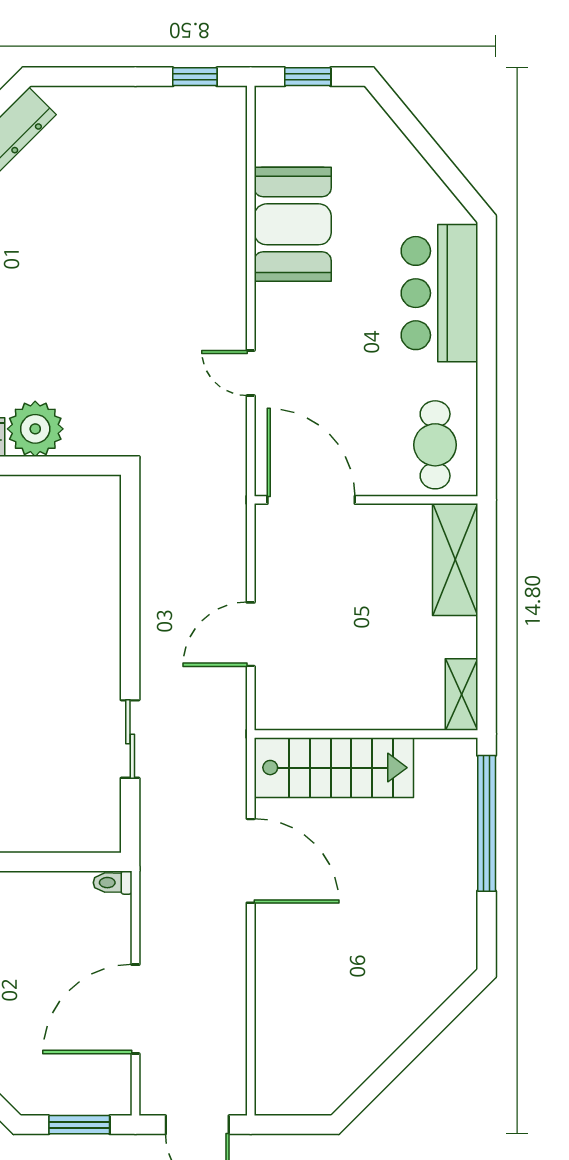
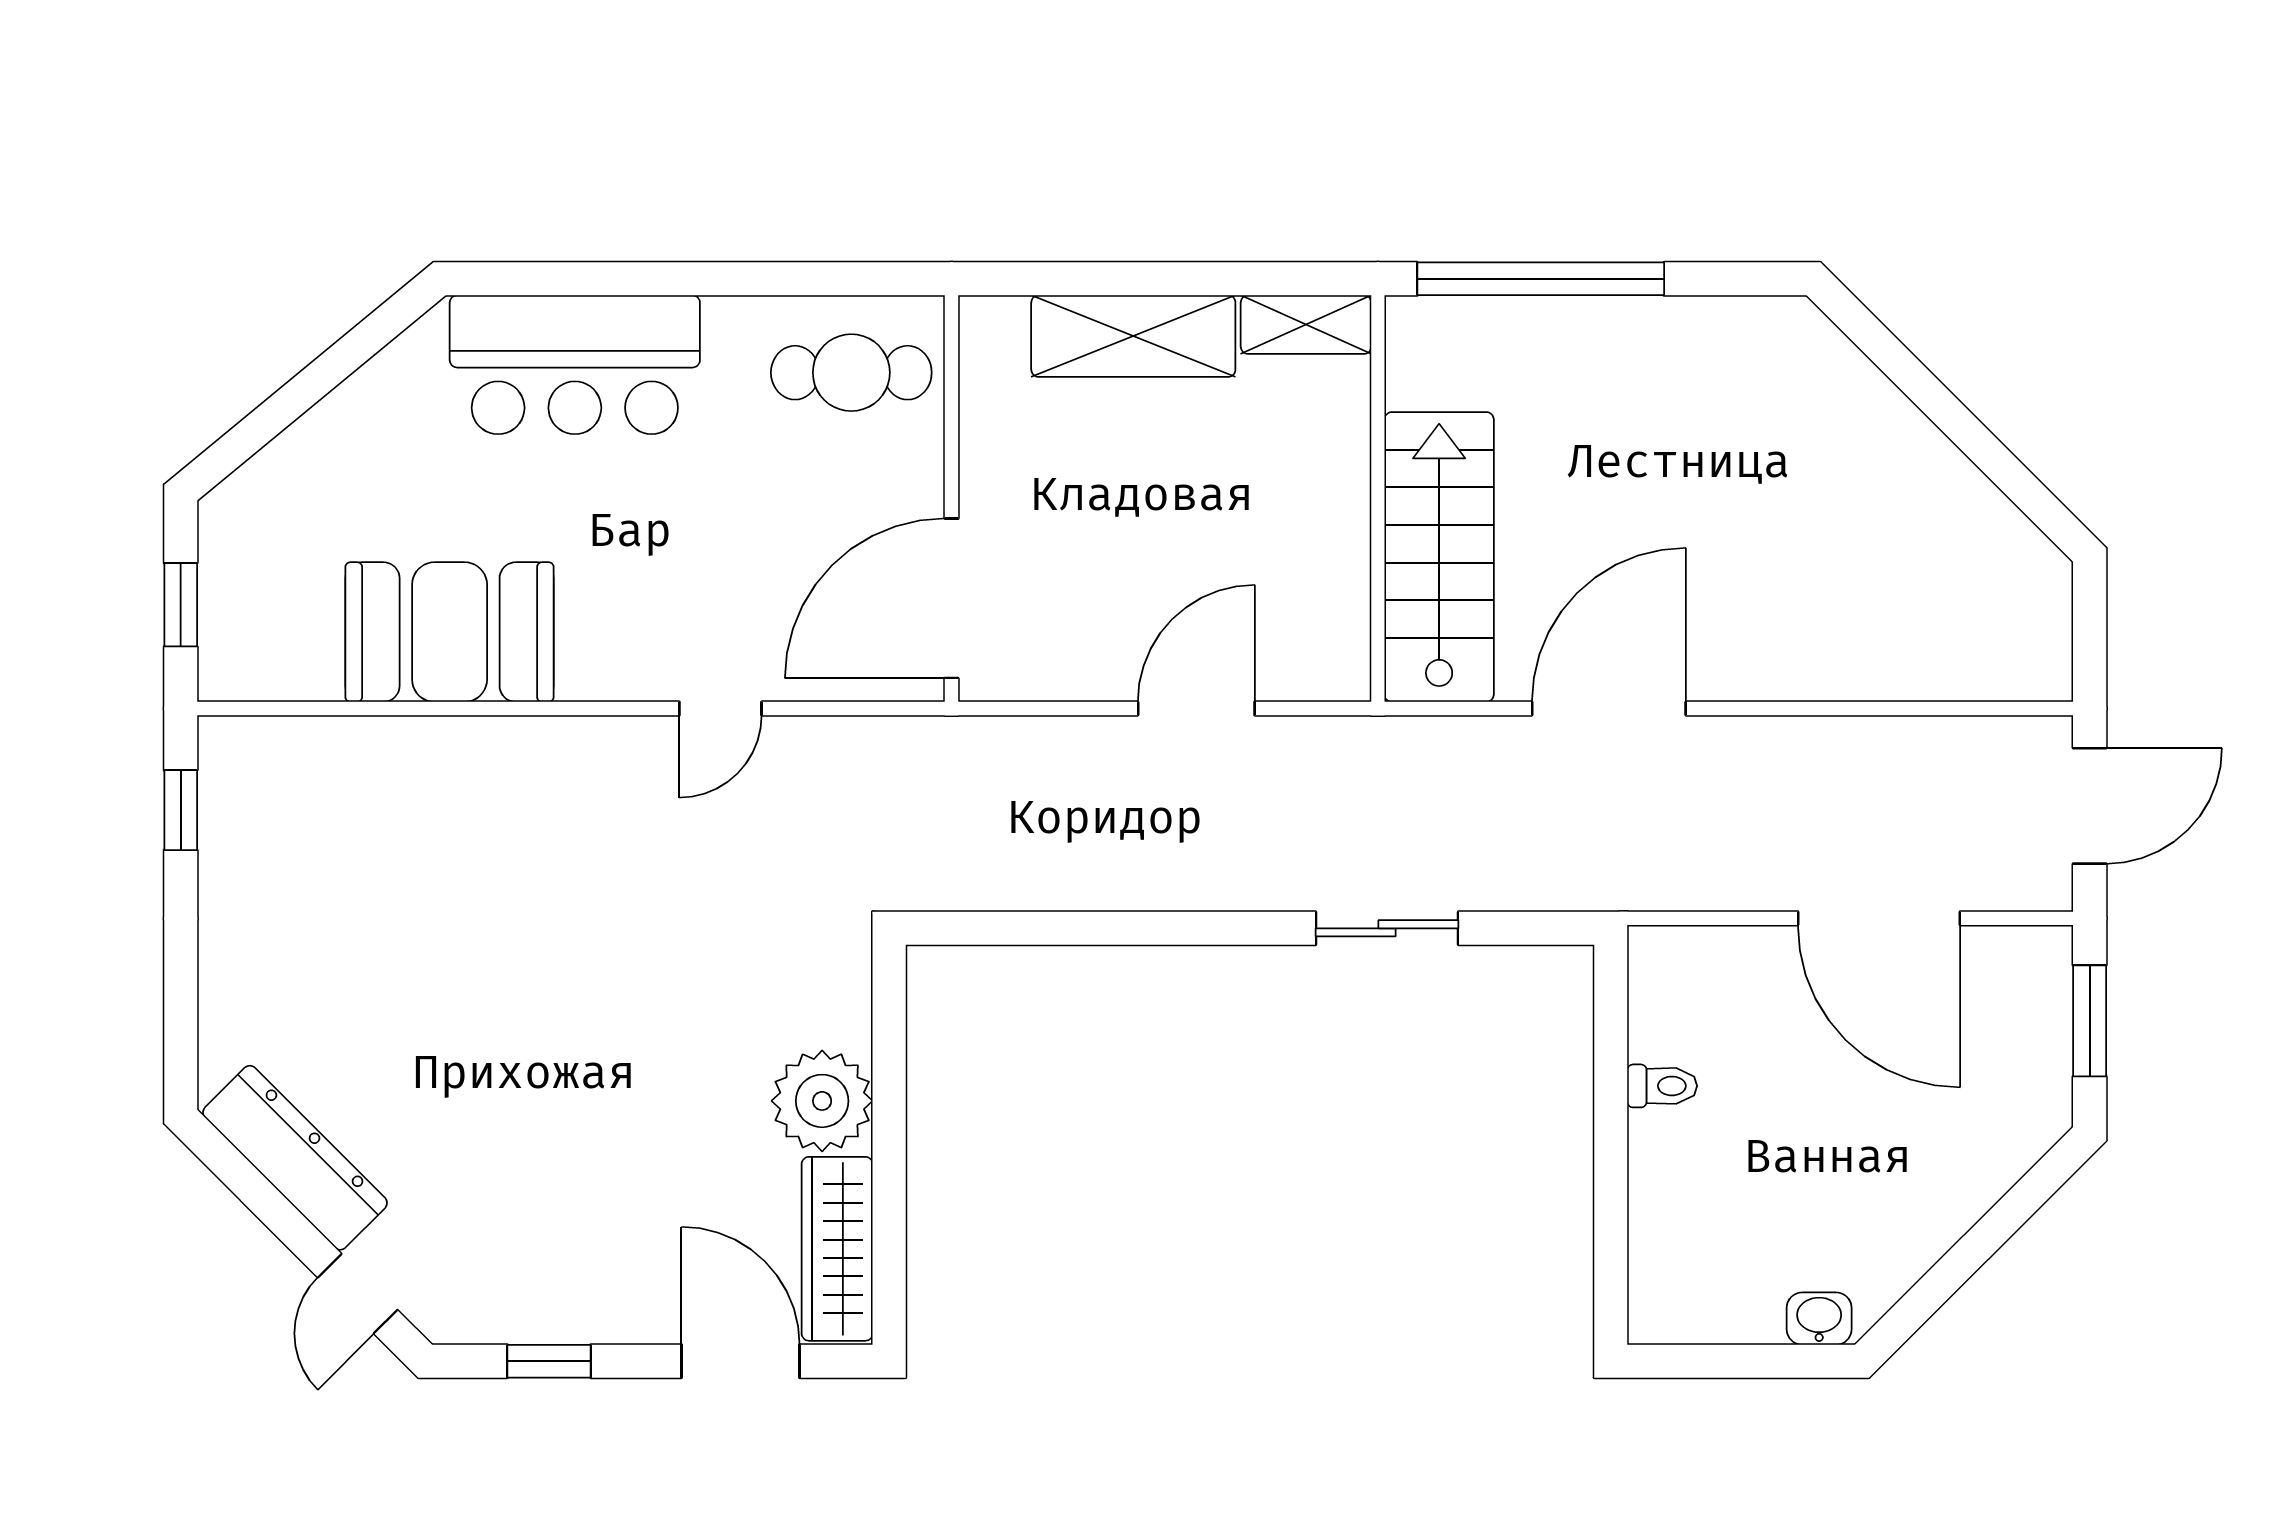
shelving: (455, 560) -> (1133, 336), moved
door: (251, 634) -> (1196, 709), swing flipped
toilet: (113, 883) -> (1662, 1086), moved, turned -90

